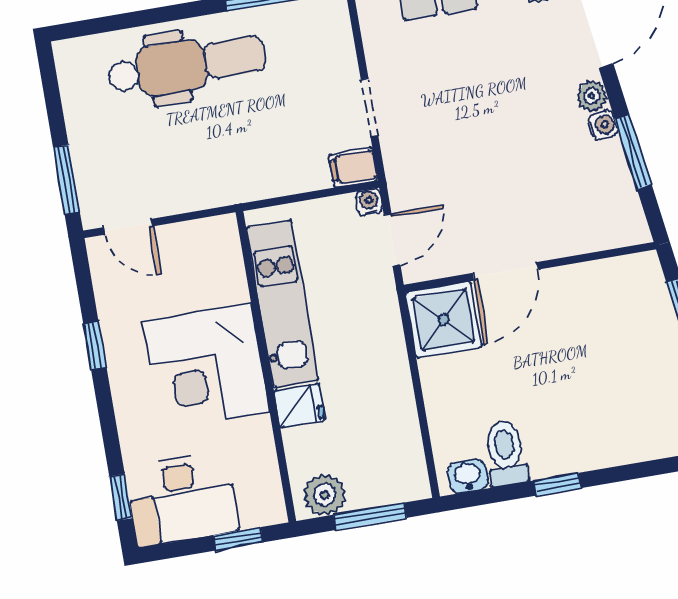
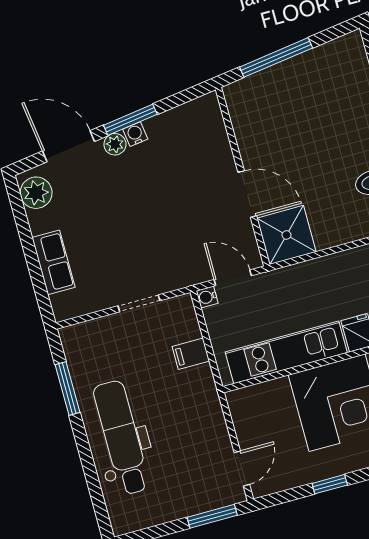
window: (633, 152) -> (130, 120), moved
filing cabinet: (353, 167) -> (191, 354), moved, turned 90

